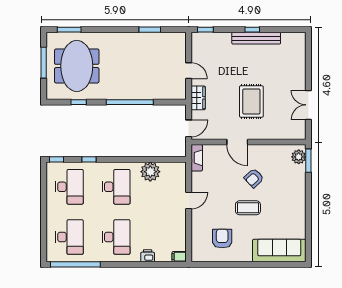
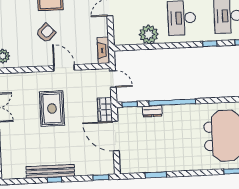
door: (189, 71) -> (116, 136), width x1.88
dresser: (150, 94) -> (152, 111), added
window: (79, 102) -> (130, 104), moved
door: (189, 128) -> (113, 79), swing flipped

